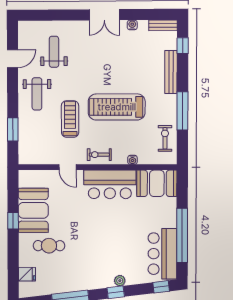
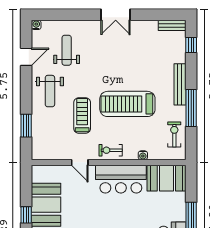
water cooler: (132, 25) -> (36, 25), moved
bench: (171, 72) -> (180, 84), moved

